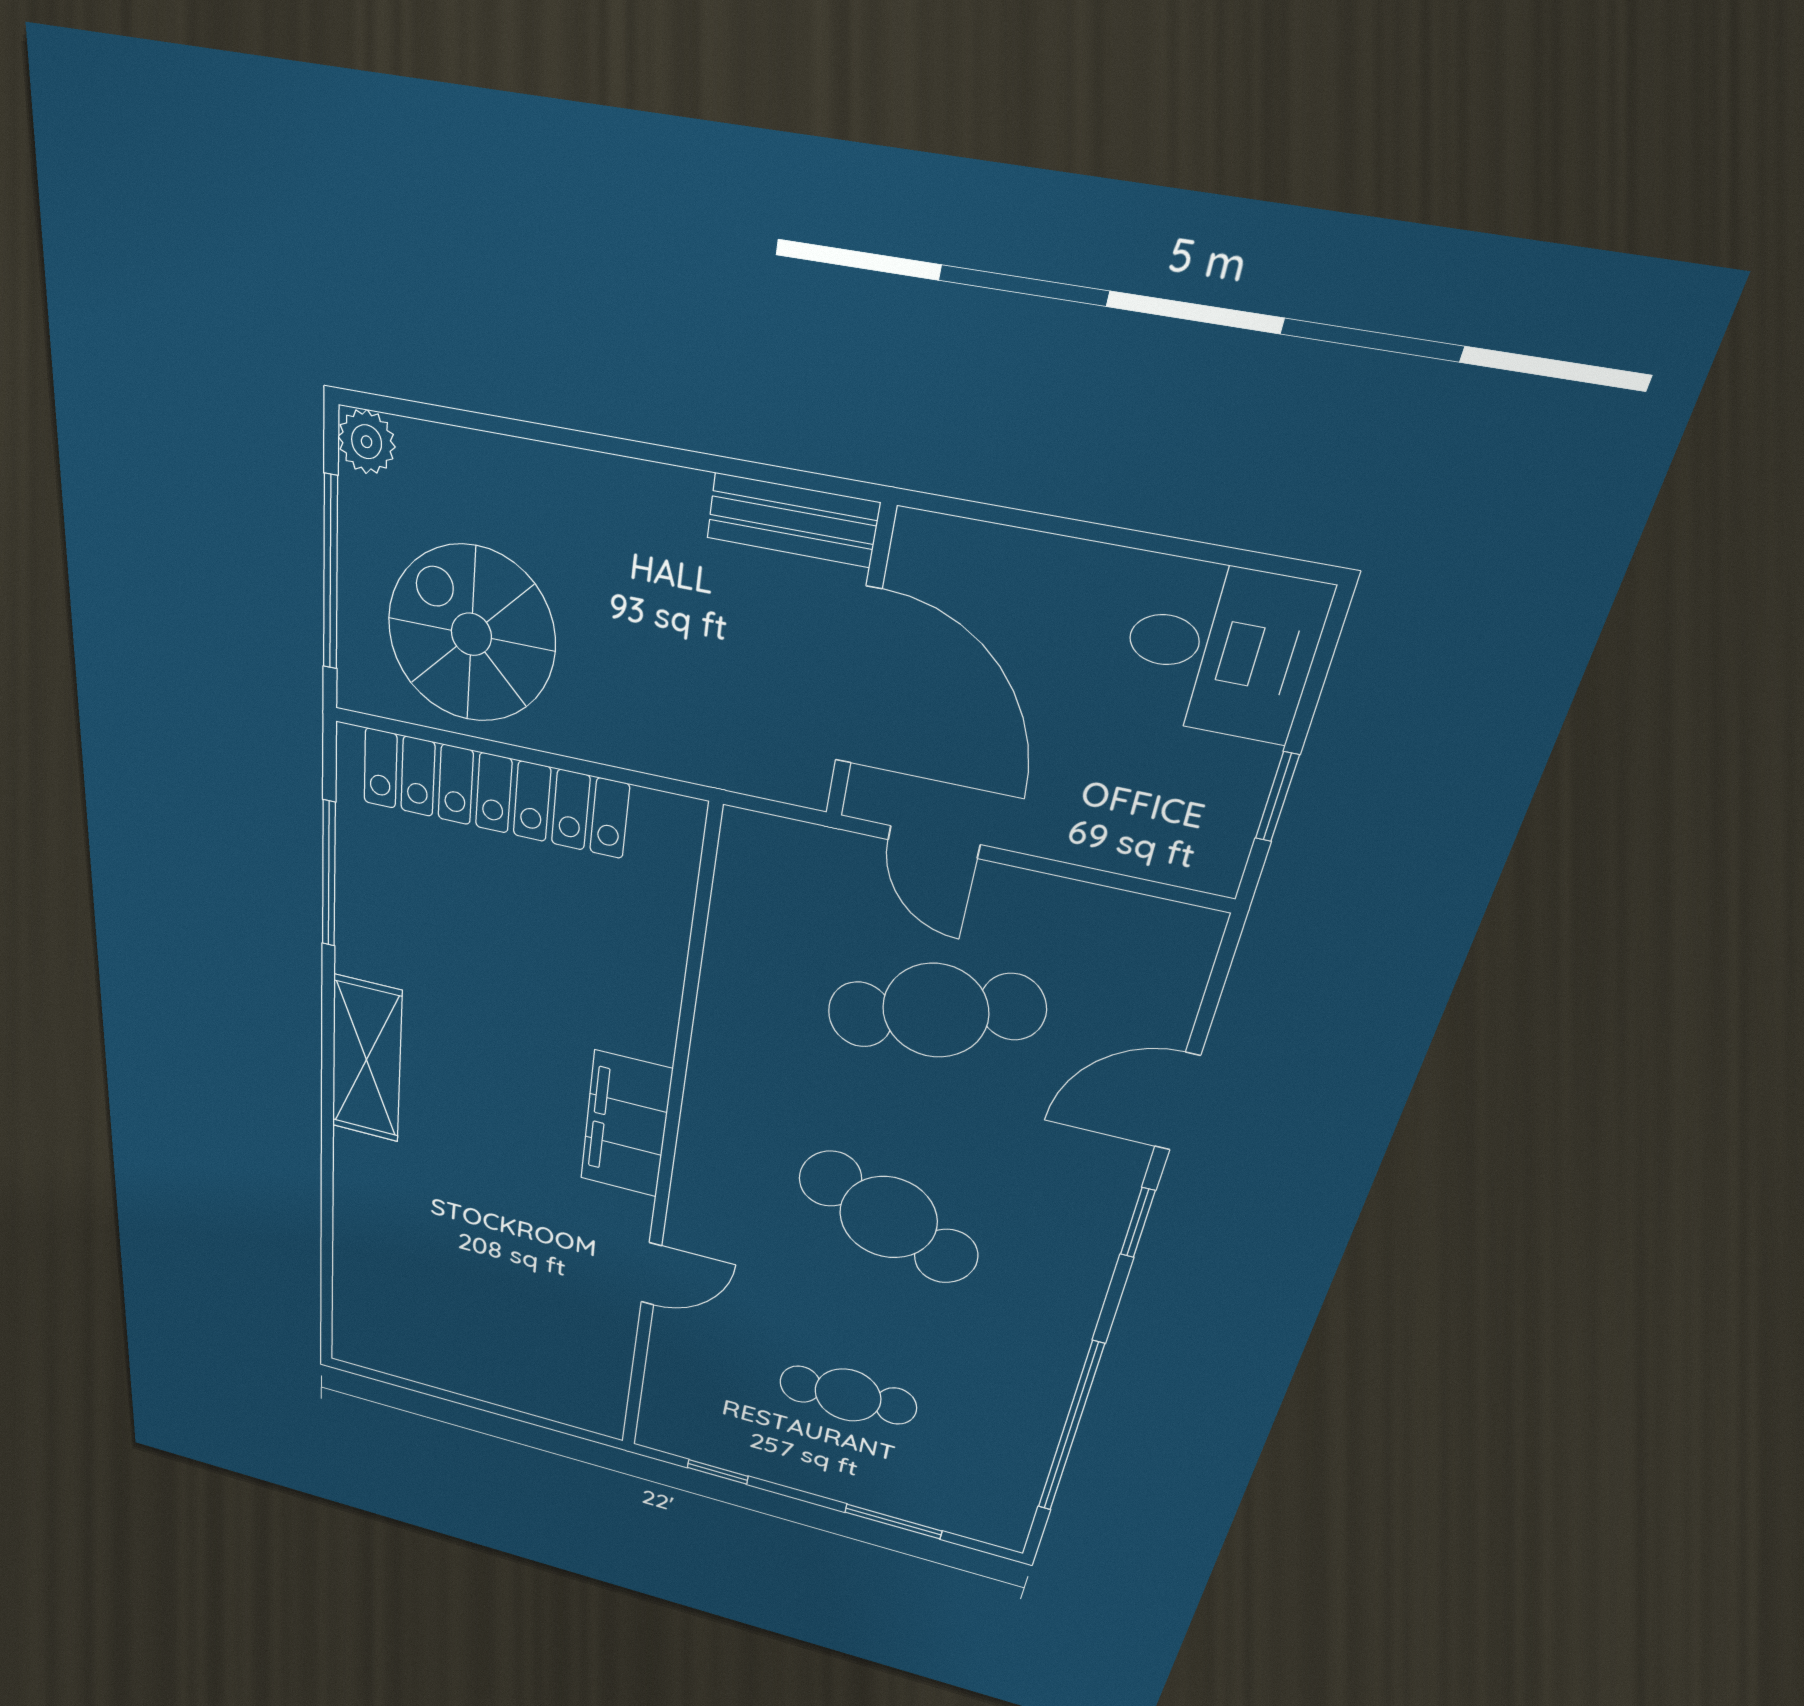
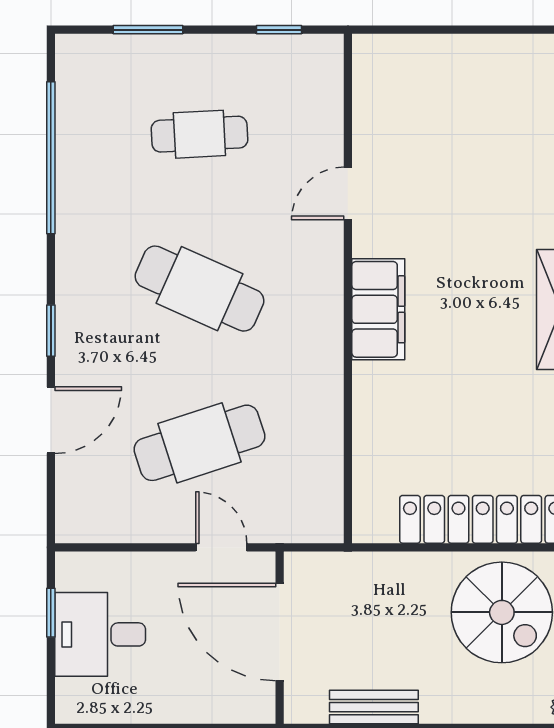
bench: (793, 520) -> (374, 707), moved
desk: (1220, 650) -> (100, 634), moved

